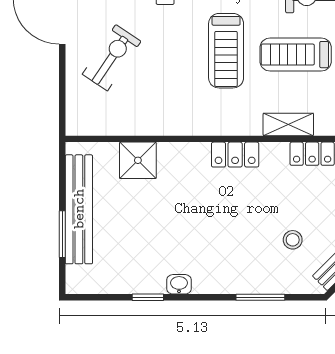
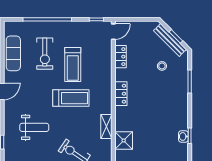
shelving: (288, 124) -> (106, 127), moved
washbasin: (179, 284) -> (183, 136), moved

